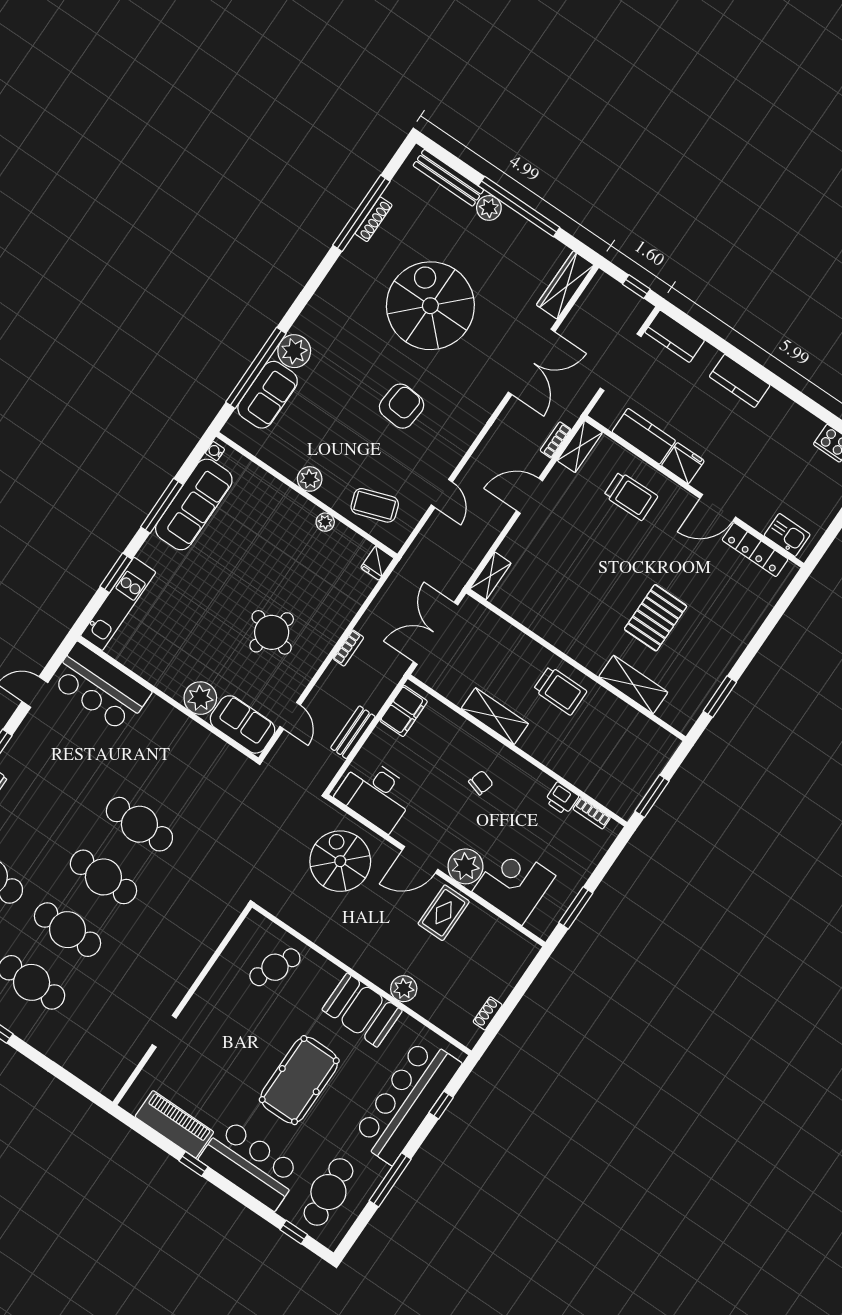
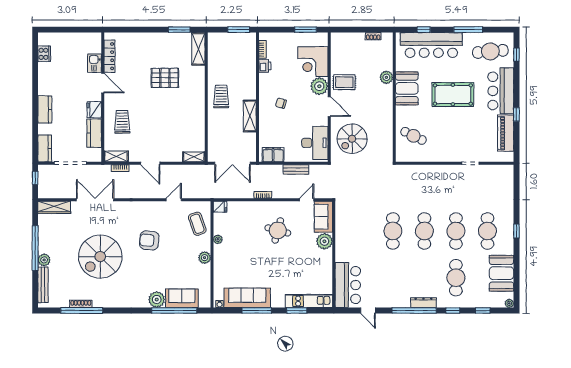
kitchen sink: (787, 535) -> (95, 63), moved
shelving: (633, 685) -> (198, 49), moved

